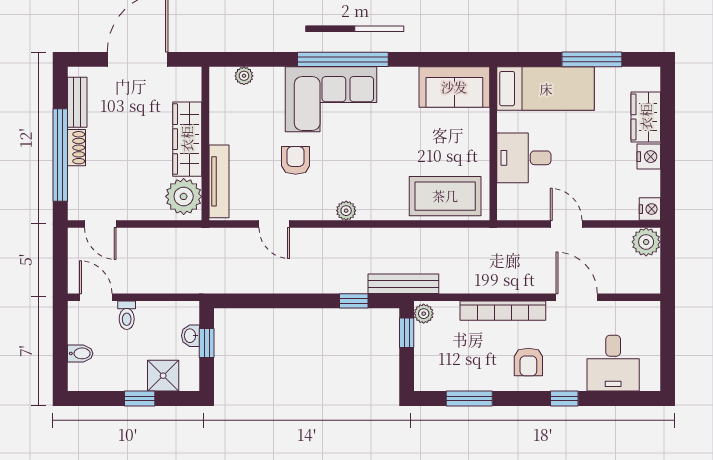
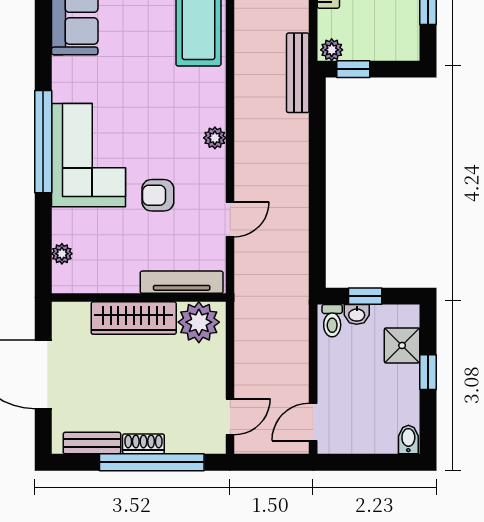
window: (354, 301) -> (317, 129), removed
toilet: (127, 315) -> (332, 321), moved, turned 90
bidet: (80, 353) -> (408, 440), moved

